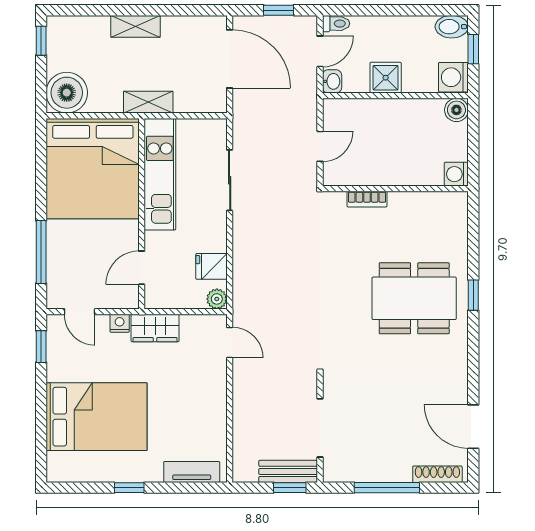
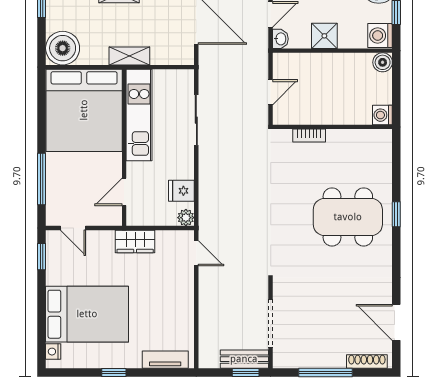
nightstand: (120, 323) -> (53, 352), moved, turned -90

